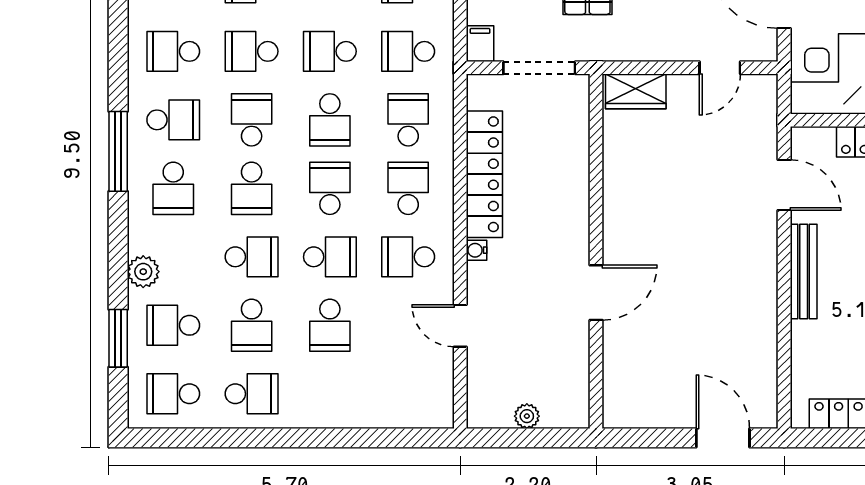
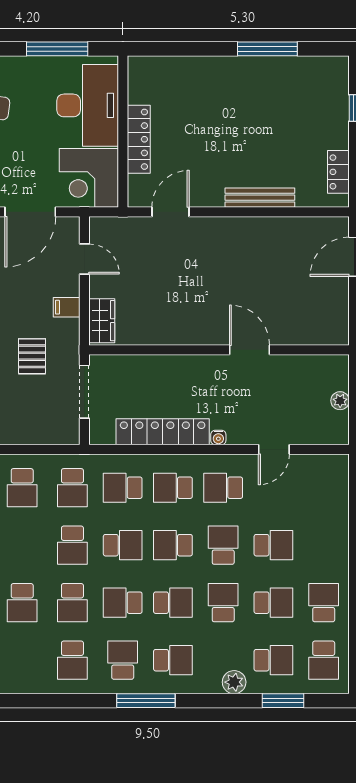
filing cabinet: (480, 44) -> (67, 307), moved
school desk: (408, 257) -> (223, 488), turned 90
bench: (804, 272) -> (260, 198), moved
school desk: (173, 325) -> (273, 660), turned -90

